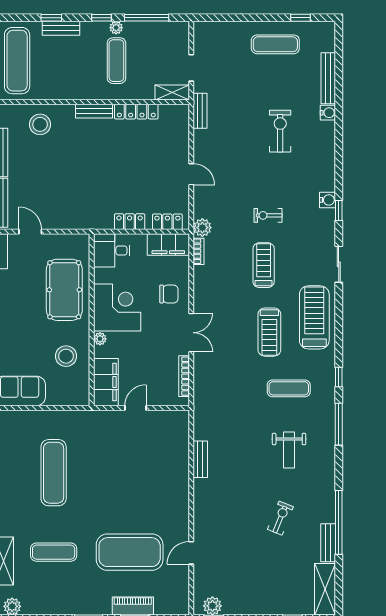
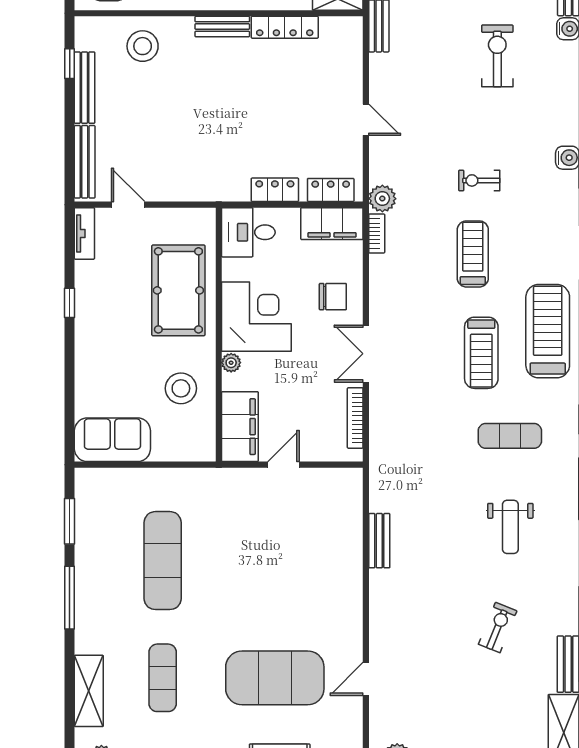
double door: (191, 333) -> (366, 354), swing flipped
exercise mat: (54, 552) -> (163, 678), turned 90

